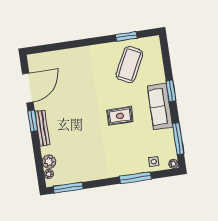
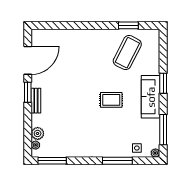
bench: (42, 128) -> (36, 101), width x0.73

